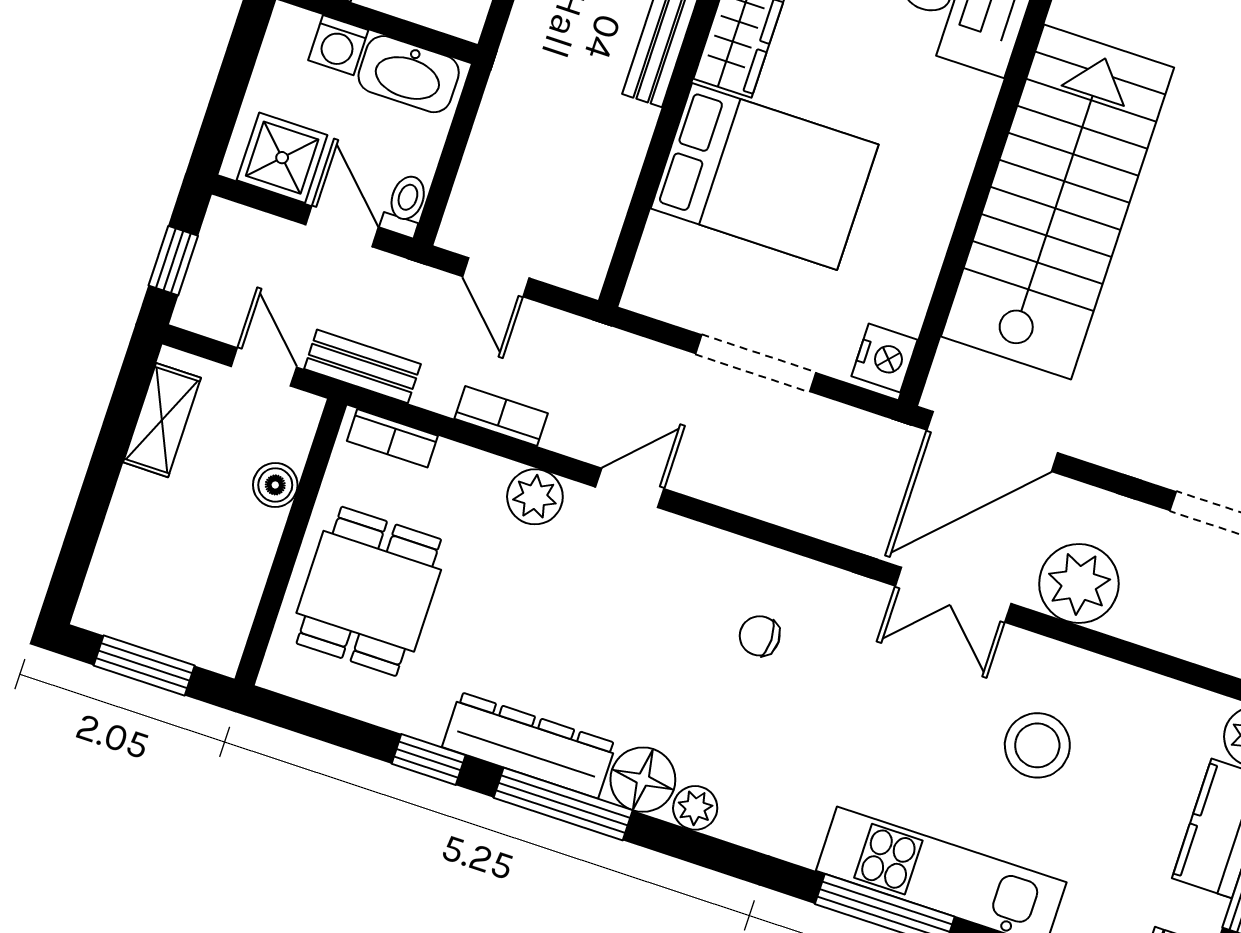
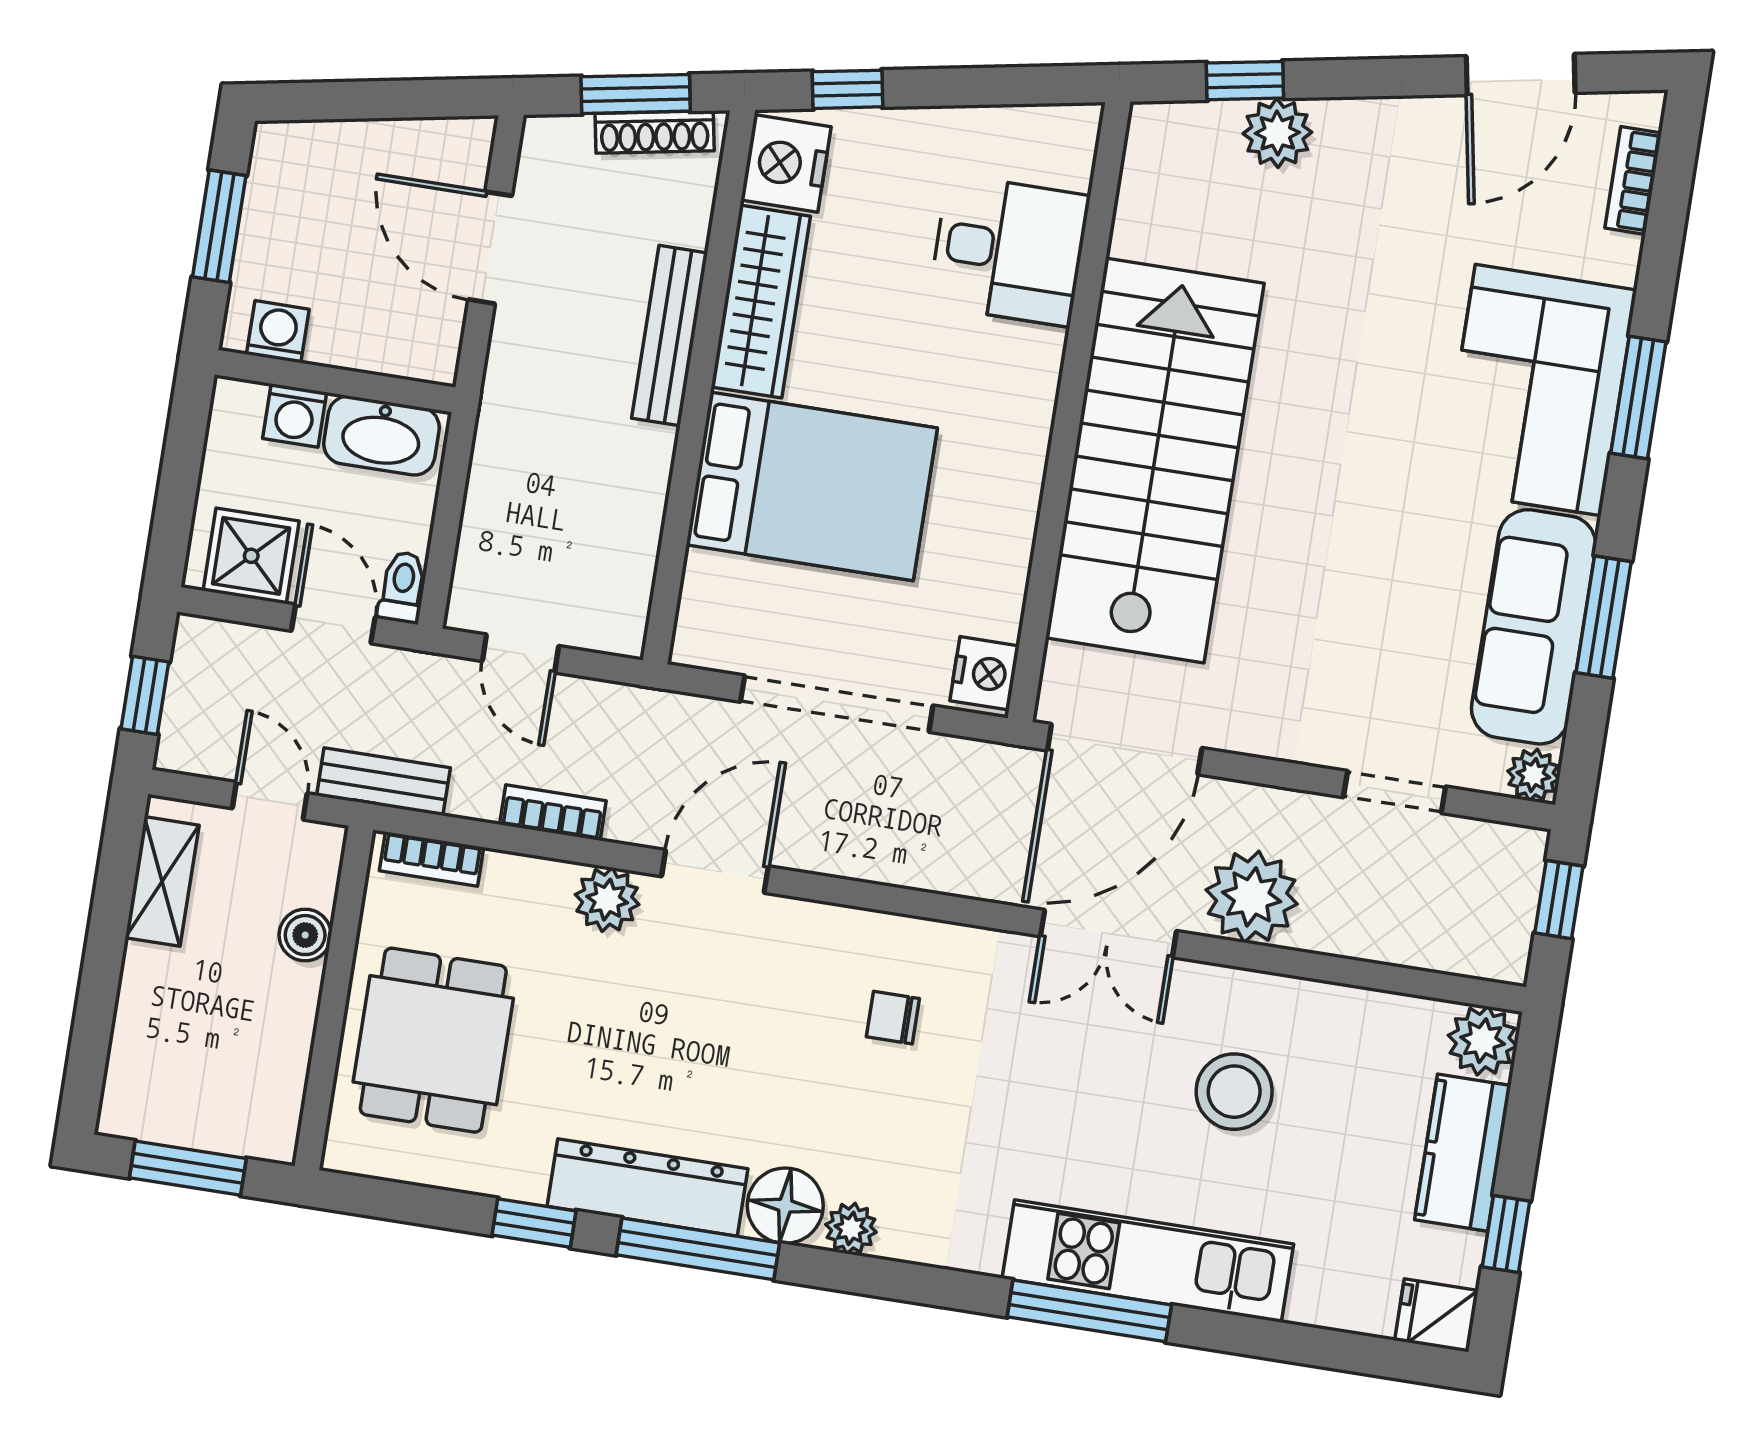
doorway: (756, 363) -> (837, 704), width x1.36
door: (630, 488) -> (715, 871), width x1.38

